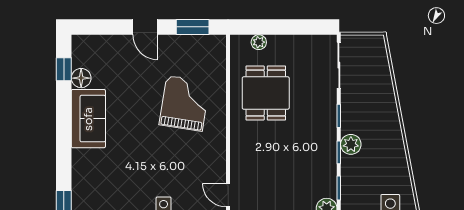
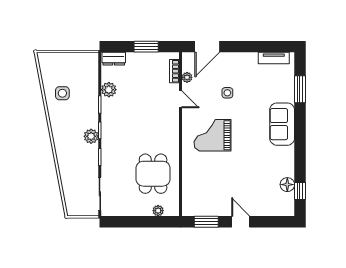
grand piano: (185, 103) -> (212, 135), moved, turned 81
sofa: (88, 119) -> (282, 124), moved

